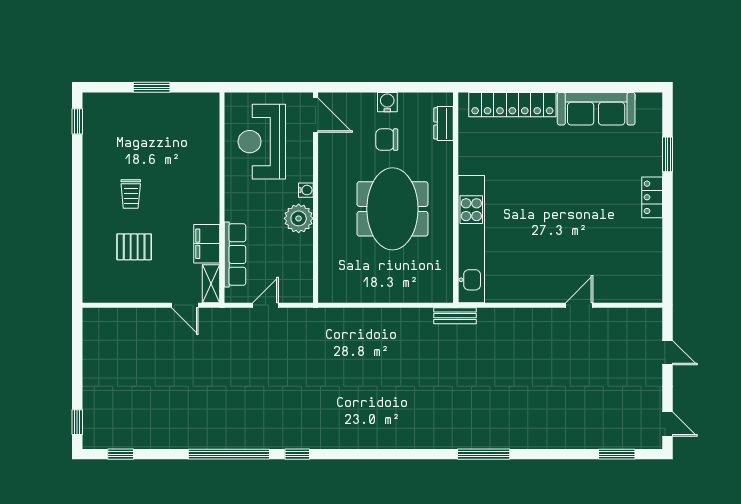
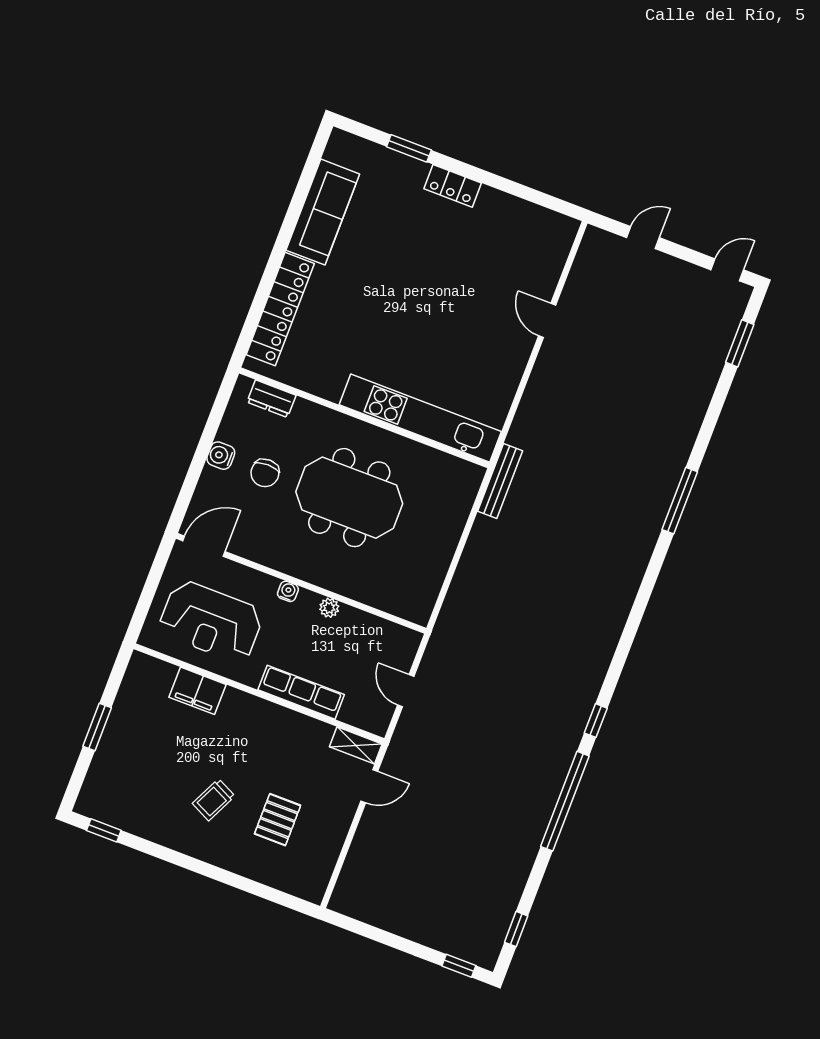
trolley: (131, 194) -> (214, 800), turned 116
plant: (299, 218) -> (329, 608), width x0.53, depth x0.53
filing cabinet: (207, 244) -> (198, 691), moved
row of seats: (235, 254) -> (301, 692), moved
bench: (455, 316) -> (500, 481), width x1.36

